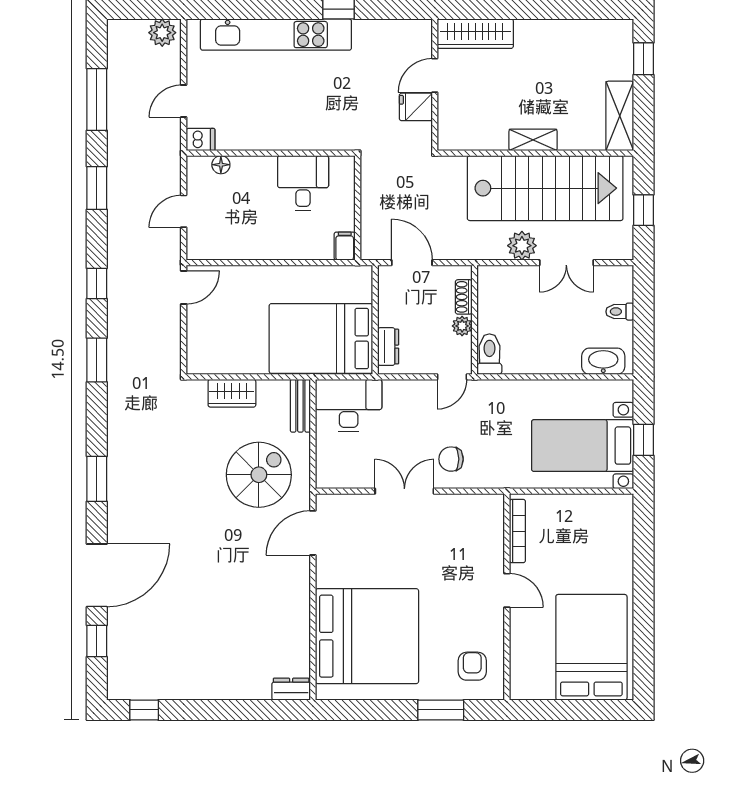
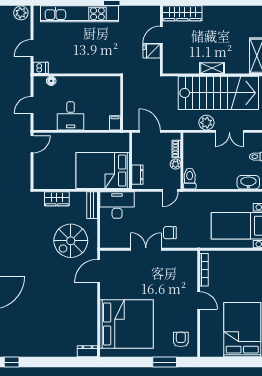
desk: (303, 183) -> (71, 116), moved, turned 180
spiral stairs: (259, 475) -> (71, 241), turned 180

